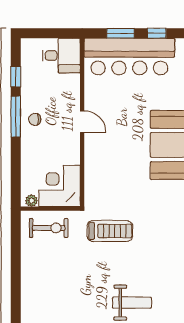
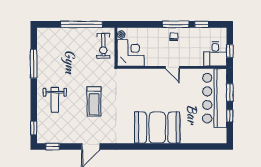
window: (57, 33) -> (230, 51), added
door: (82, 122) -> (172, 67), hinge flipped
treadmill: (110, 231) -> (94, 101), moved
window: (16, 261) -> (82, 24), added

